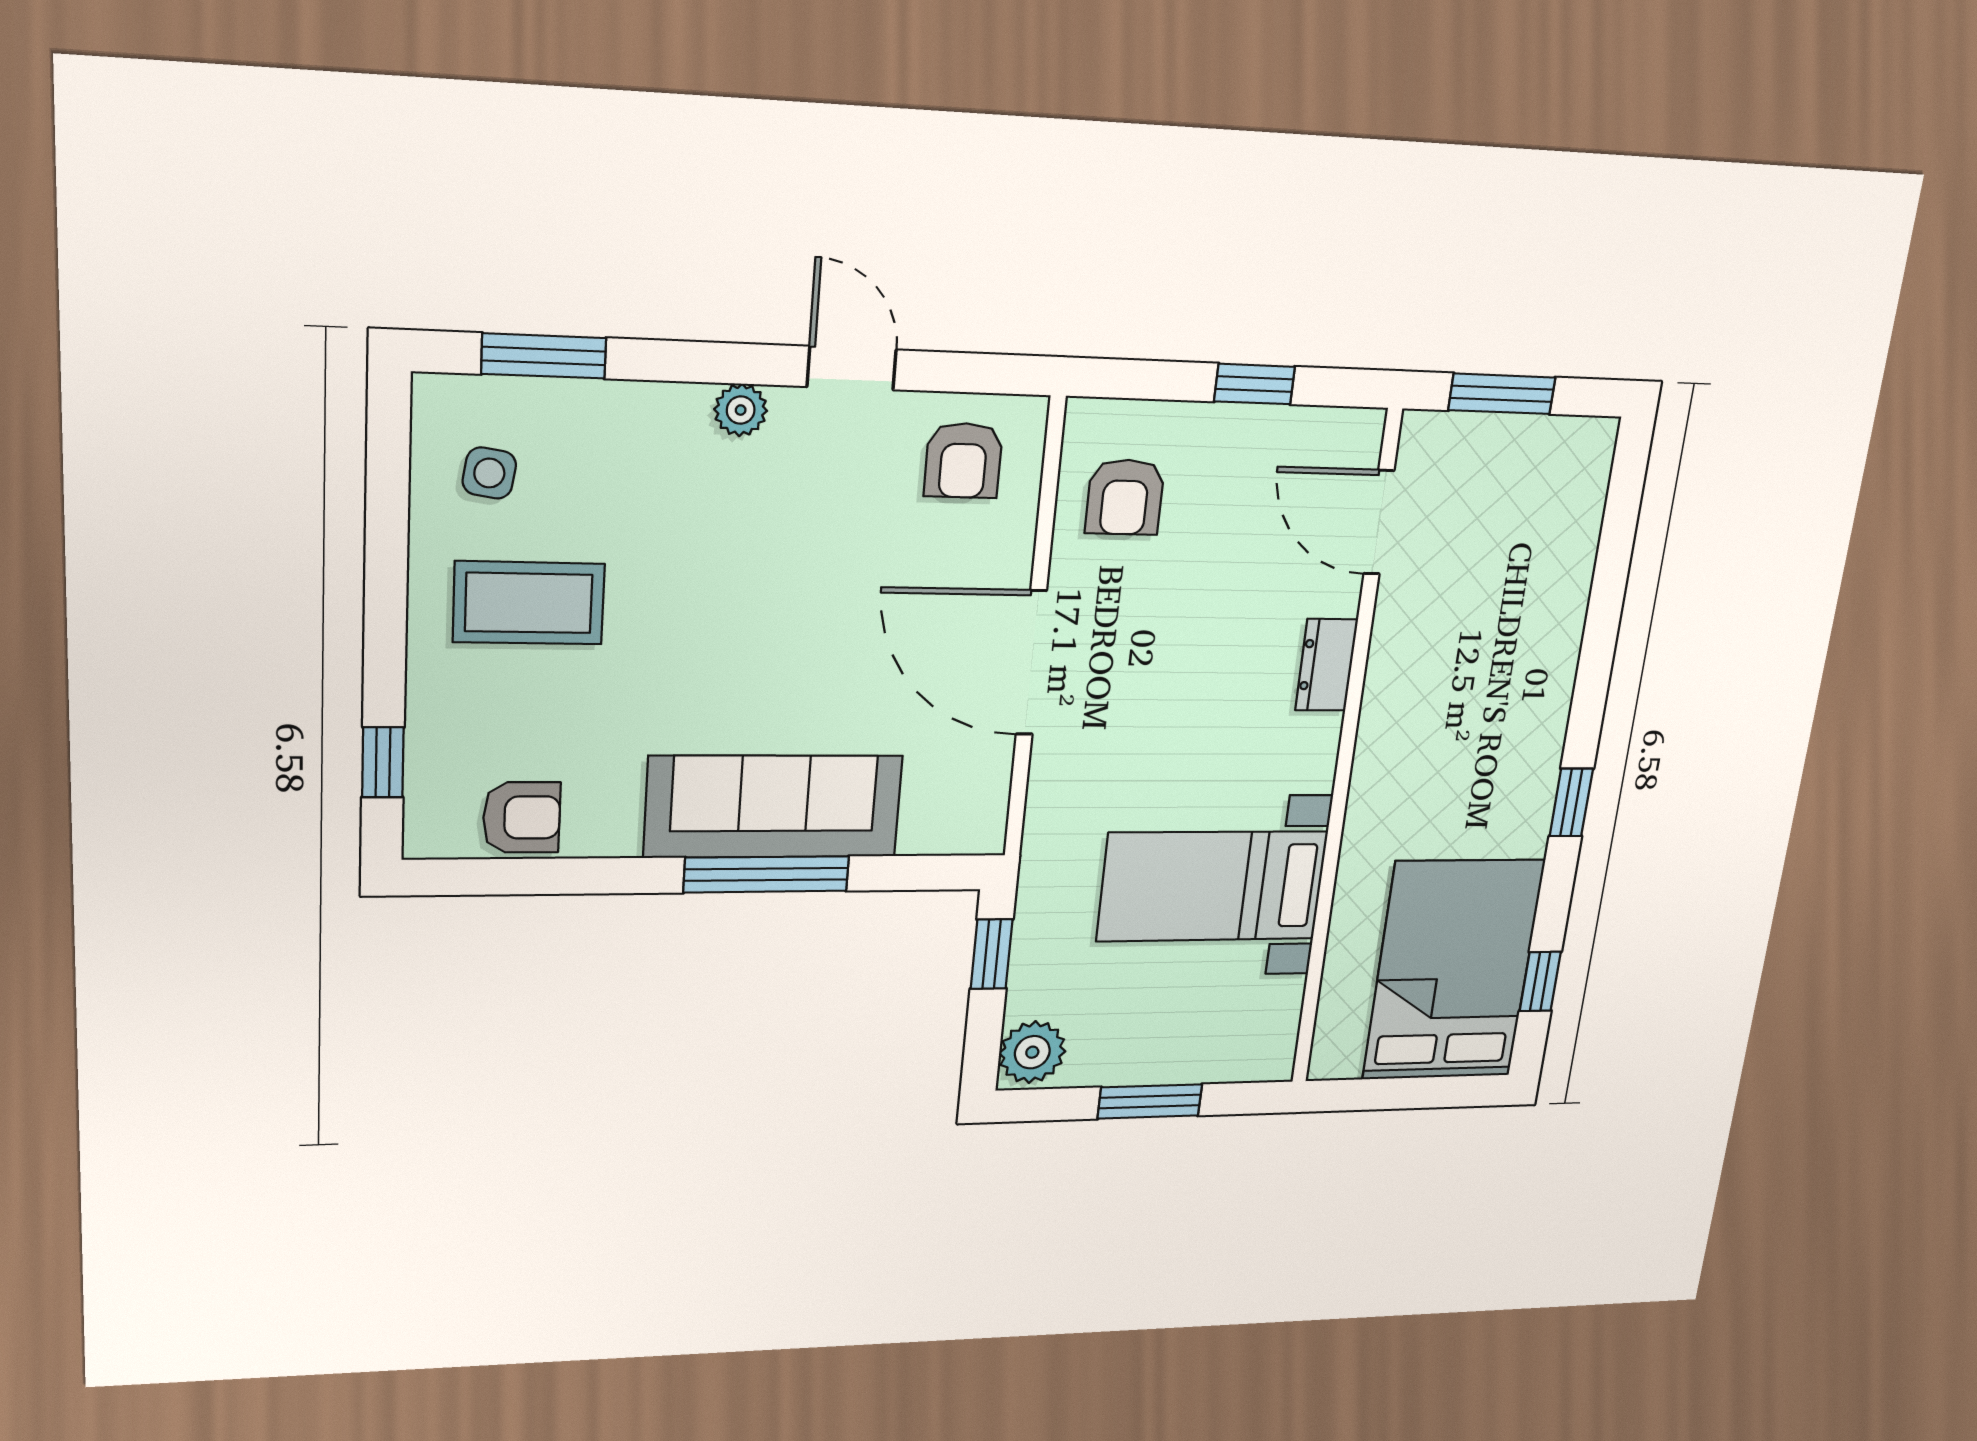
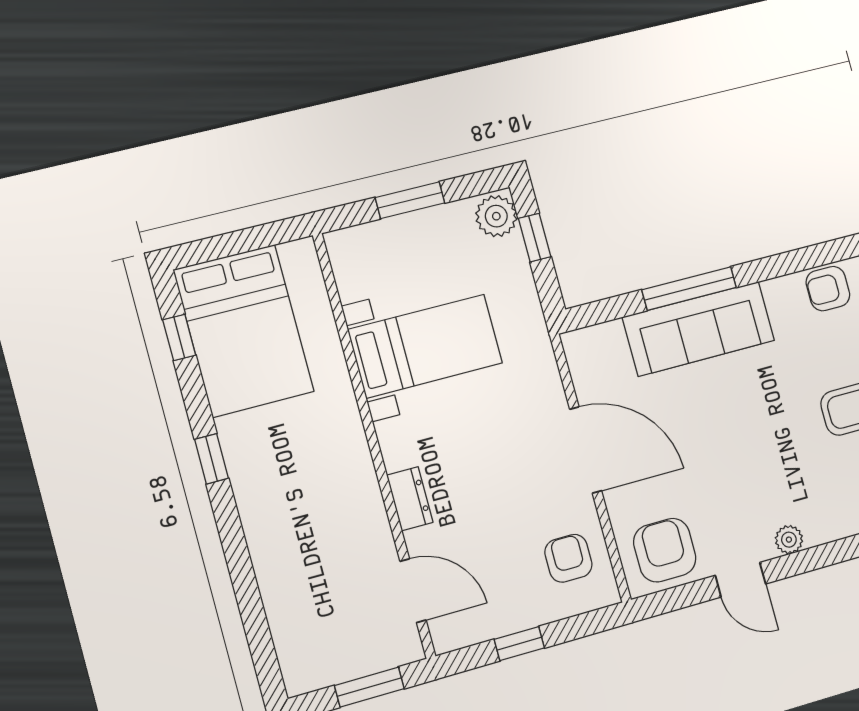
armchair: (963, 460) -> (665, 550), width x1.38, depth x1.38
window: (992, 954) -> (535, 238), moved

